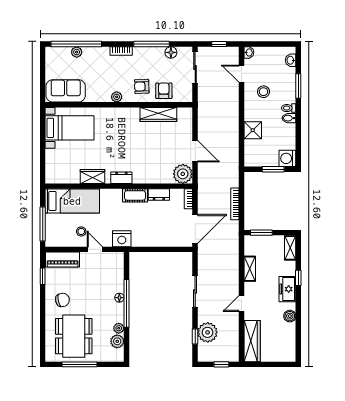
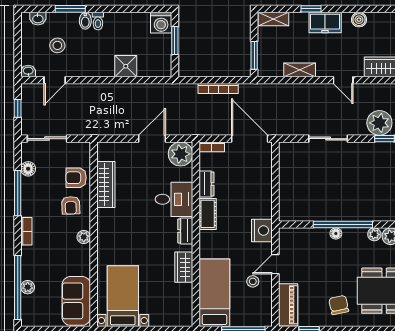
stool: (264, 92) -> (57, 45), moved
bidet: (289, 118) -> (85, 21), moved
desk: (147, 169) -> (174, 199), added

